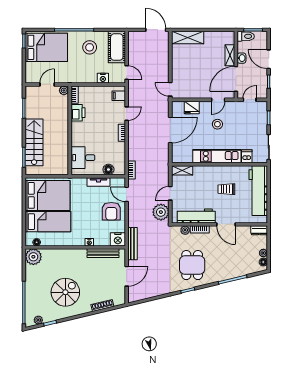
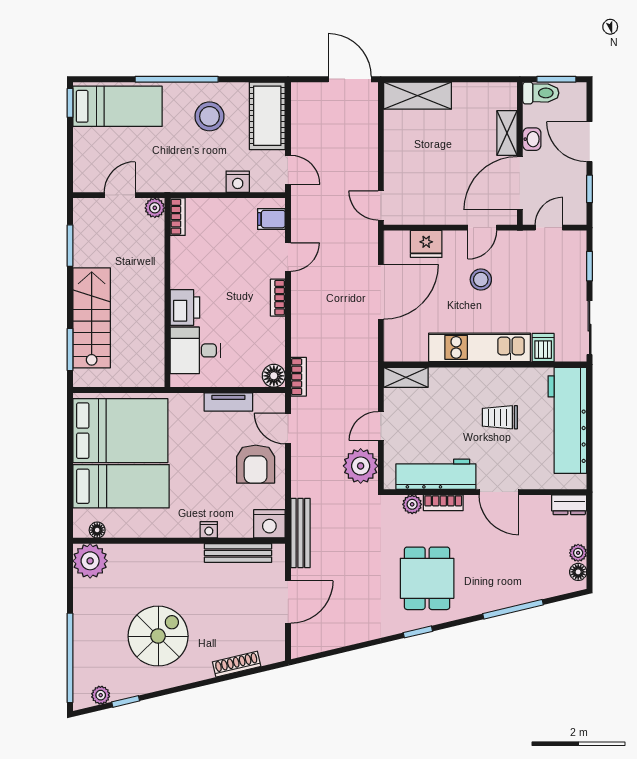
bed: (46, 47) -> (118, 106), width x0.67
printer: (78, 113) -> (185, 307), moved
floor lamp: (108, 170) -> (274, 376), moved

